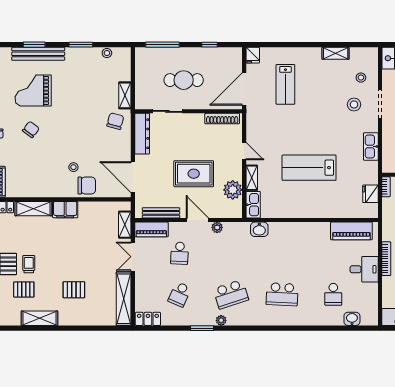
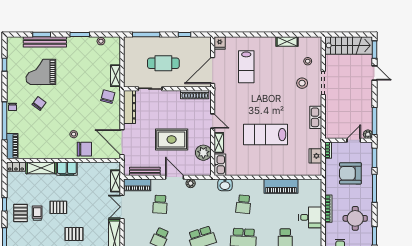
piano: (351, 231) -> (281, 186), moved
school desk: (282, 253) -> (243, 204), added
pallet: (24, 289) -> (58, 207), moved

